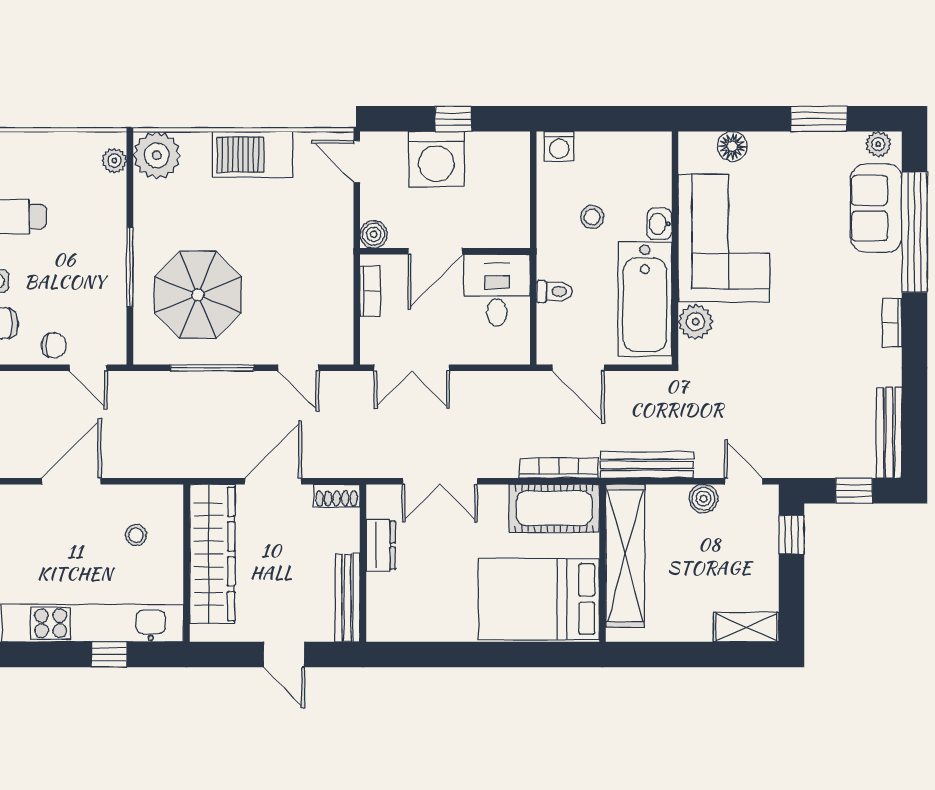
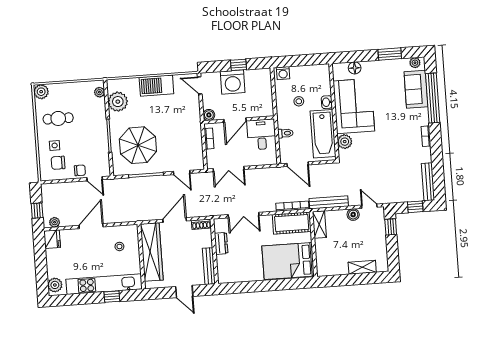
plant: (157, 155) -> (118, 102), moved
shelving: (625, 556) -> (319, 225), width x0.45, depth x0.75
shelving: (746, 627) -> (362, 267), moved

